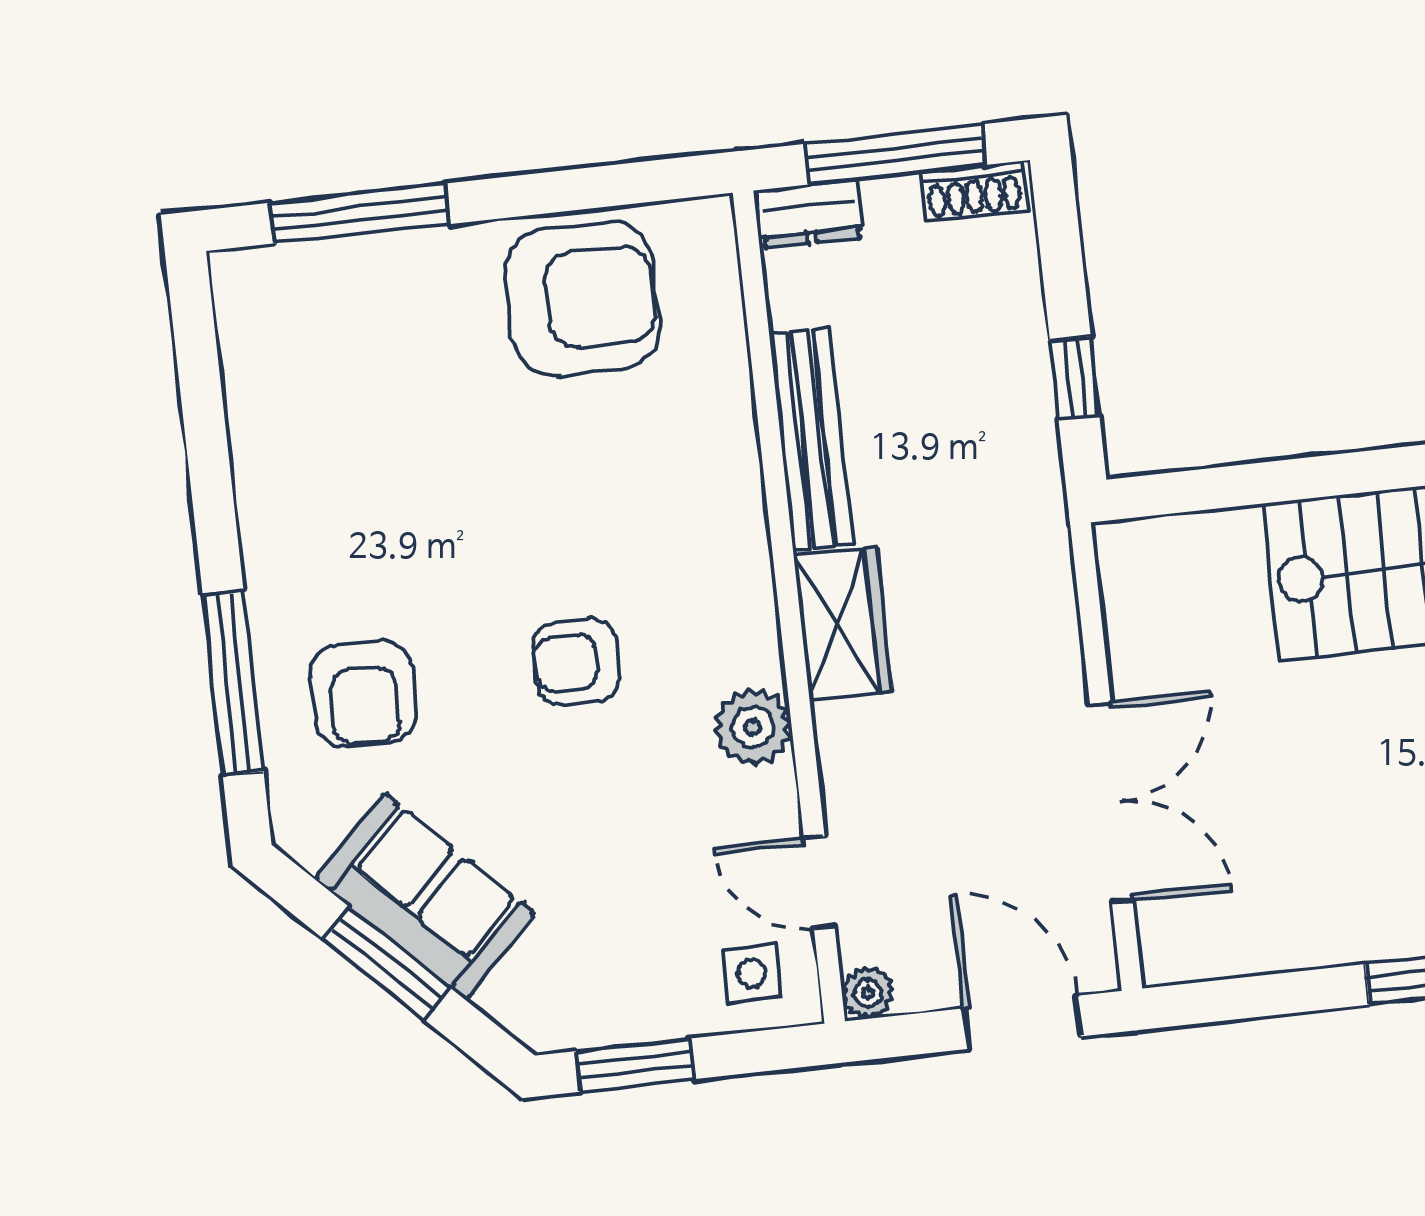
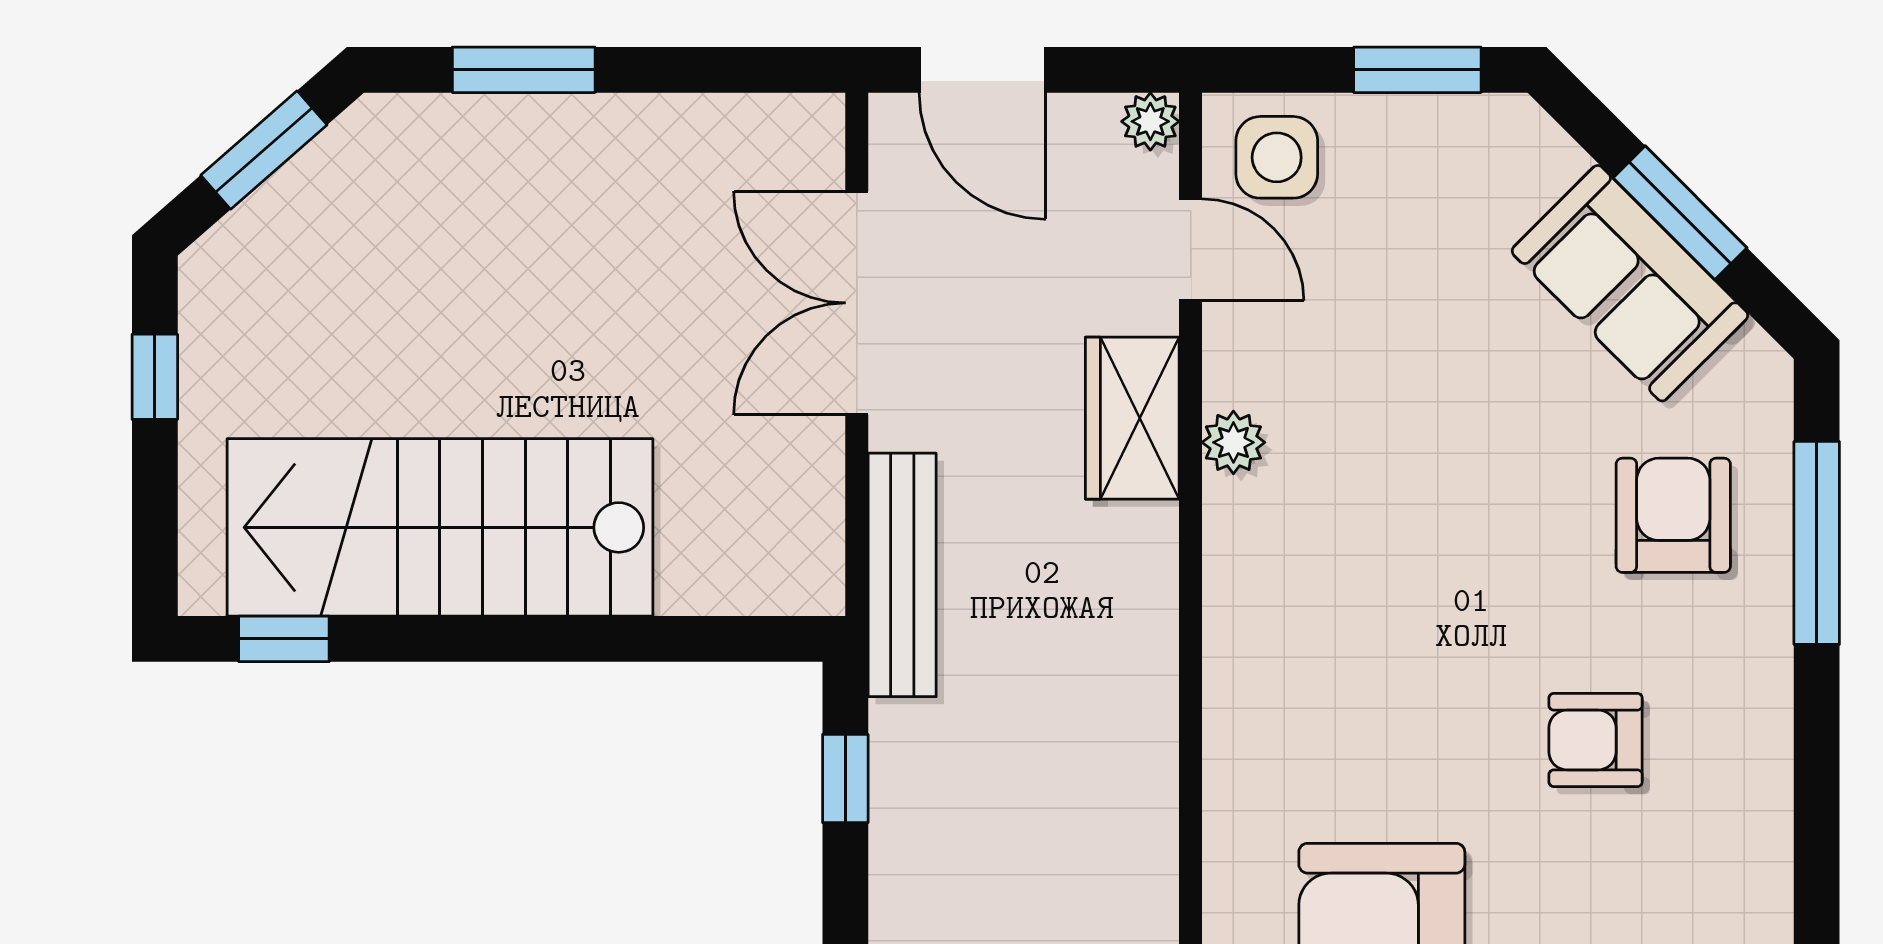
bench: (811, 439) -> (902, 575), moved
wardrobe: (843, 624) -> (1132, 418), moved
armchair: (576, 662) -> (1596, 740), moved, turned 180
plant: (753, 727) -> (1233, 442), width x0.73, depth x0.73
side table: (752, 973) -> (1277, 157), width x1.37, depth x1.37

